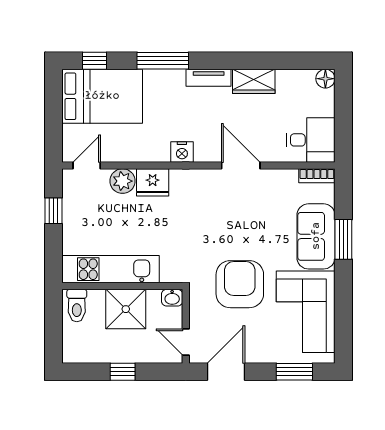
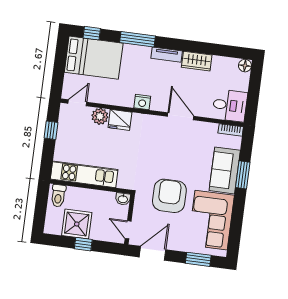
shower: (126, 309) -> (77, 224), moved

